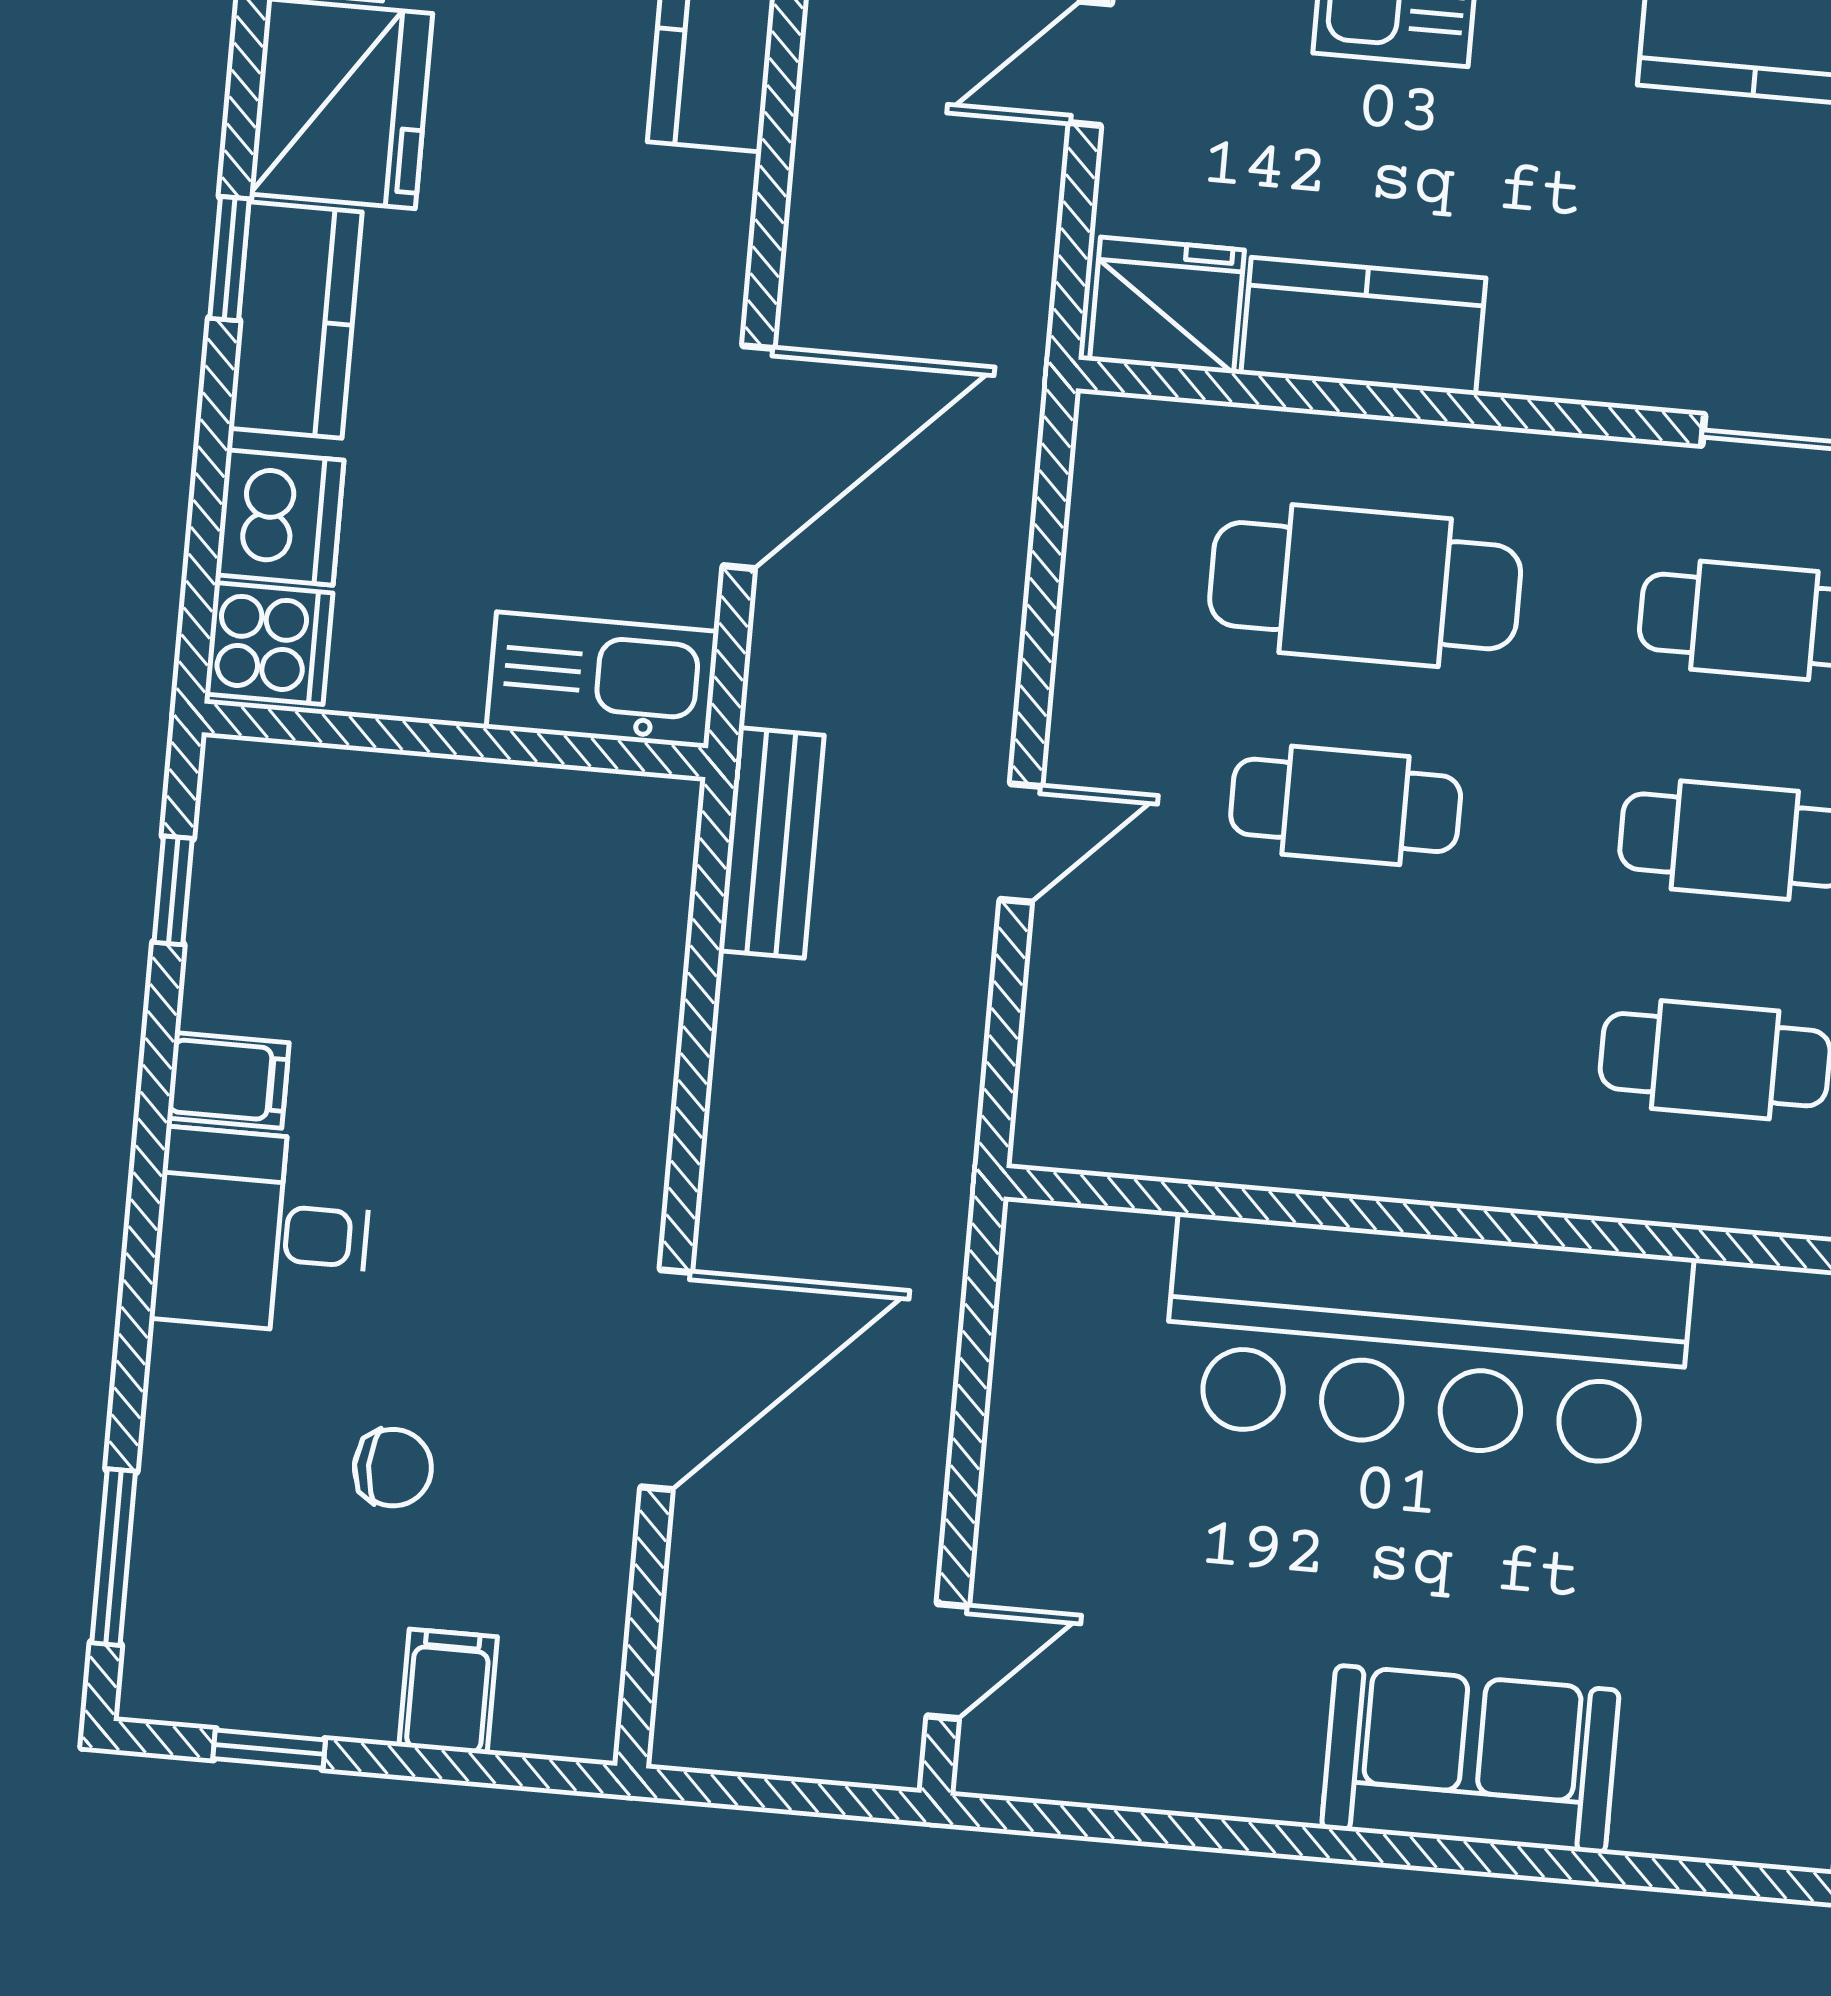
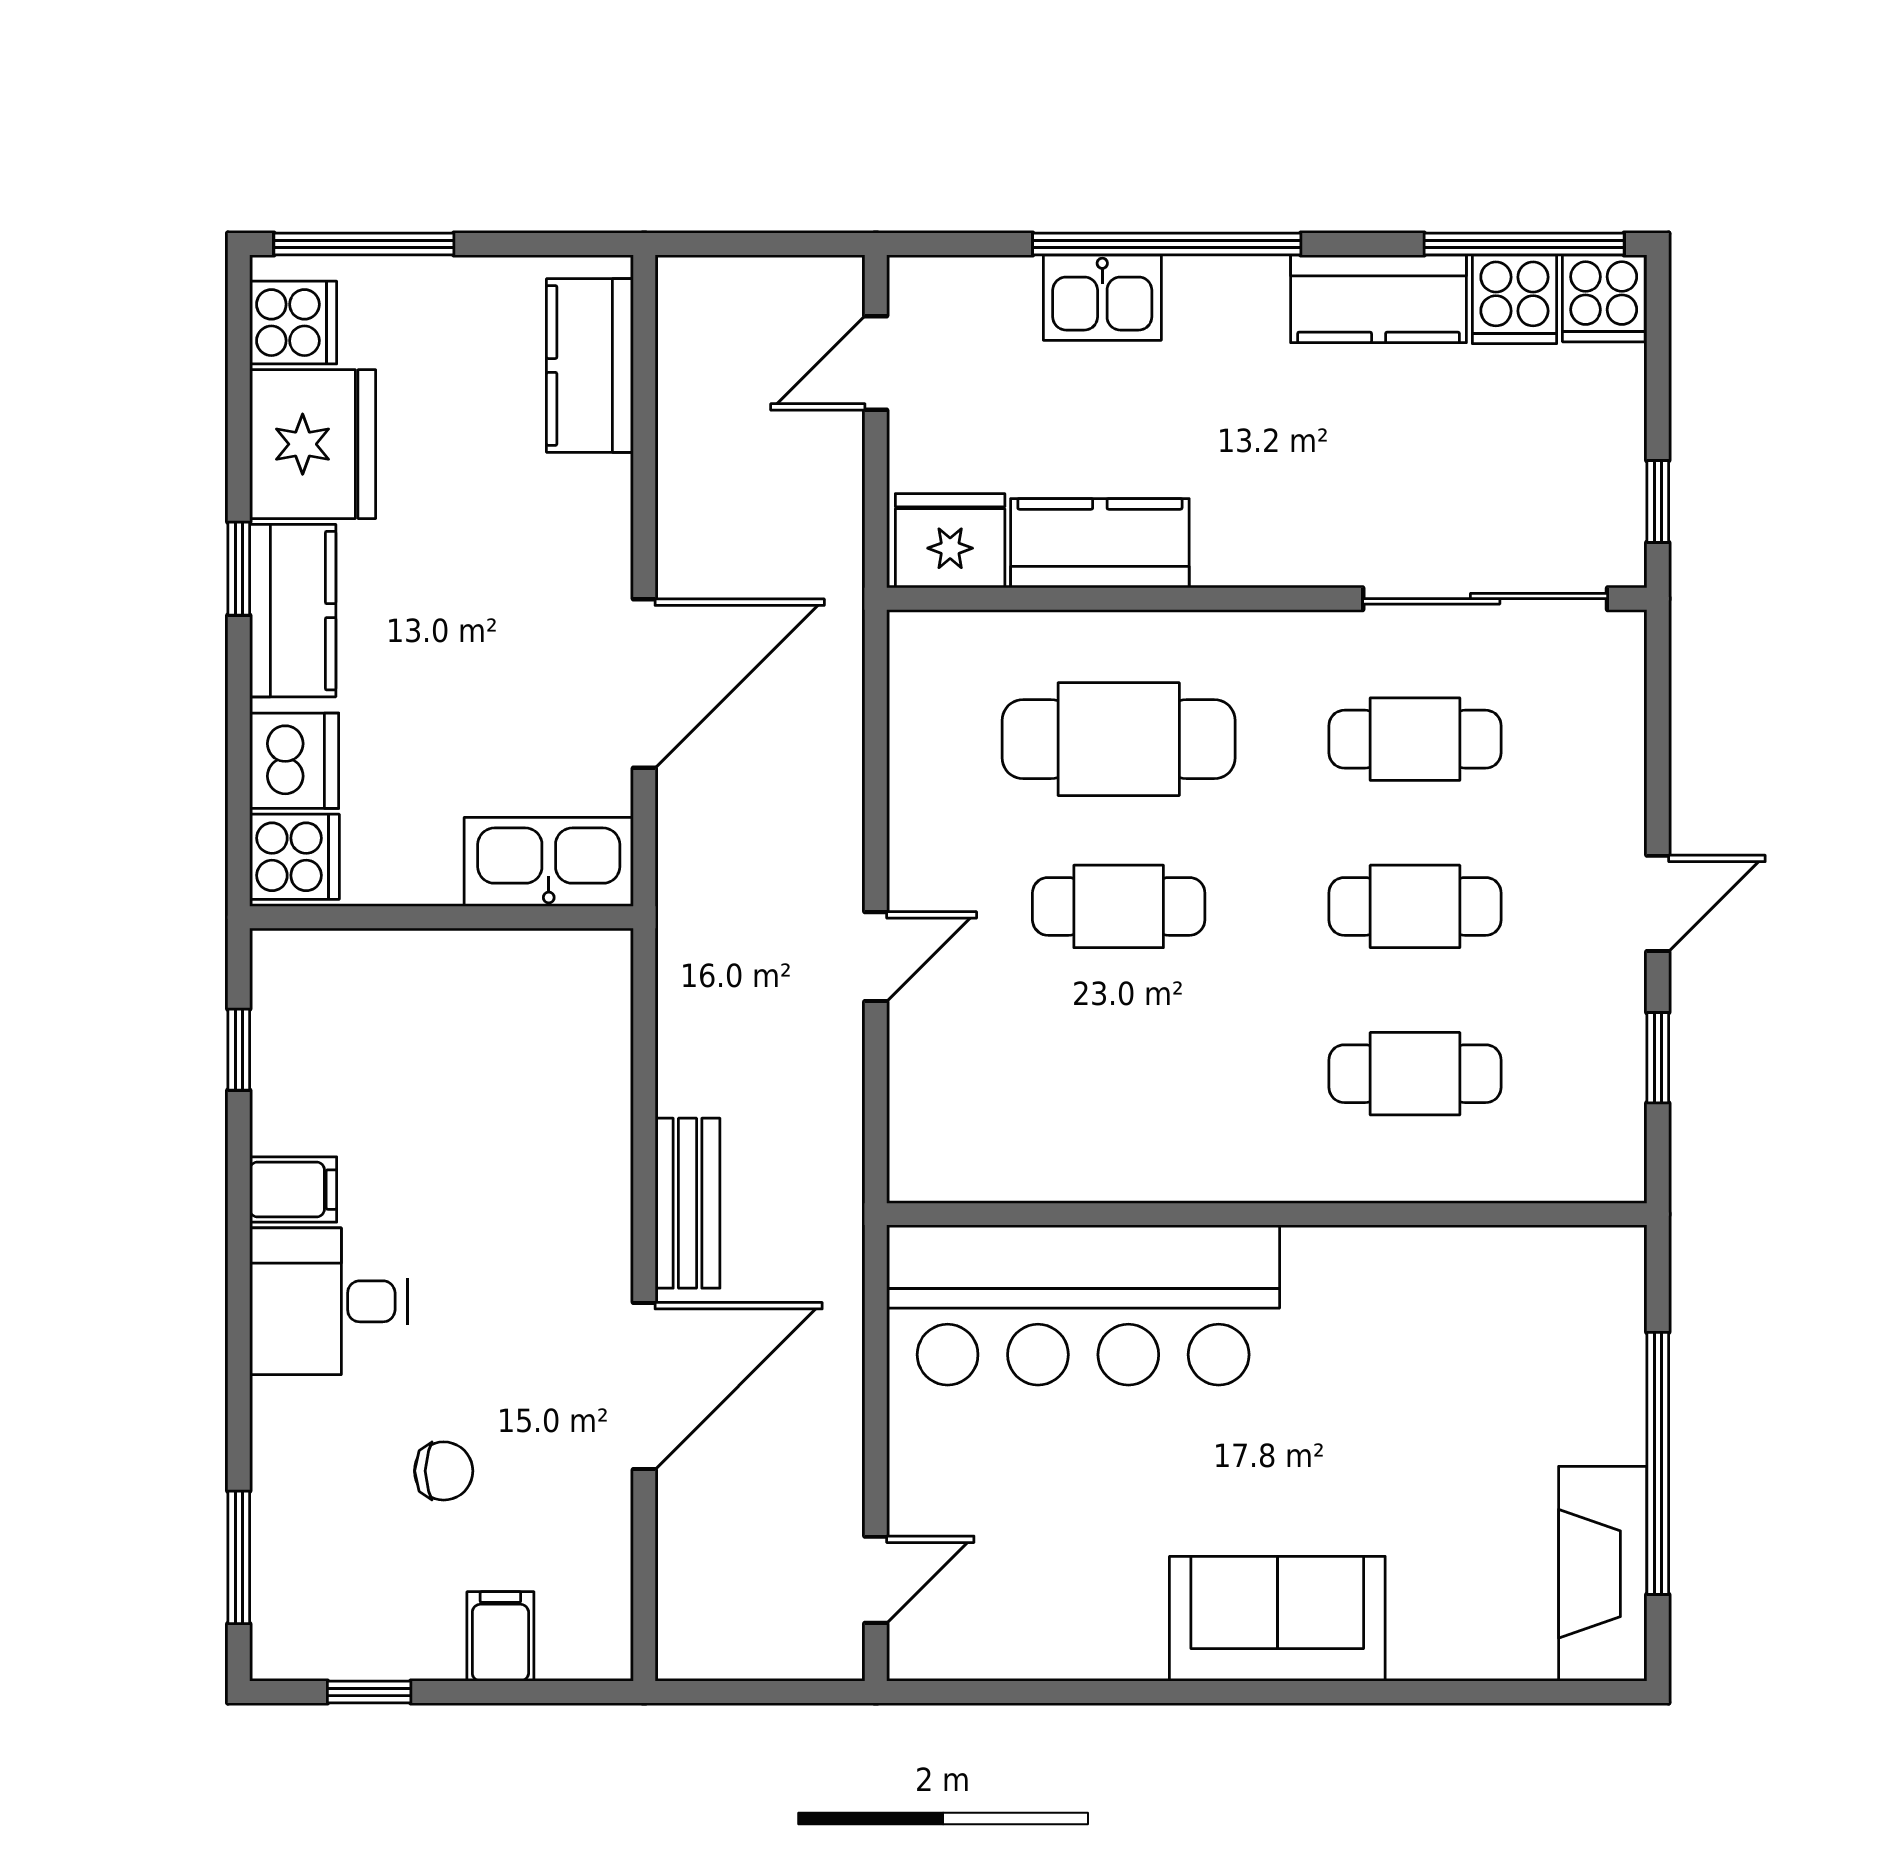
bench: (771, 843) -> (687, 1203), moved
bar counter: (1427, 1340) -> (1083, 1305), moved

